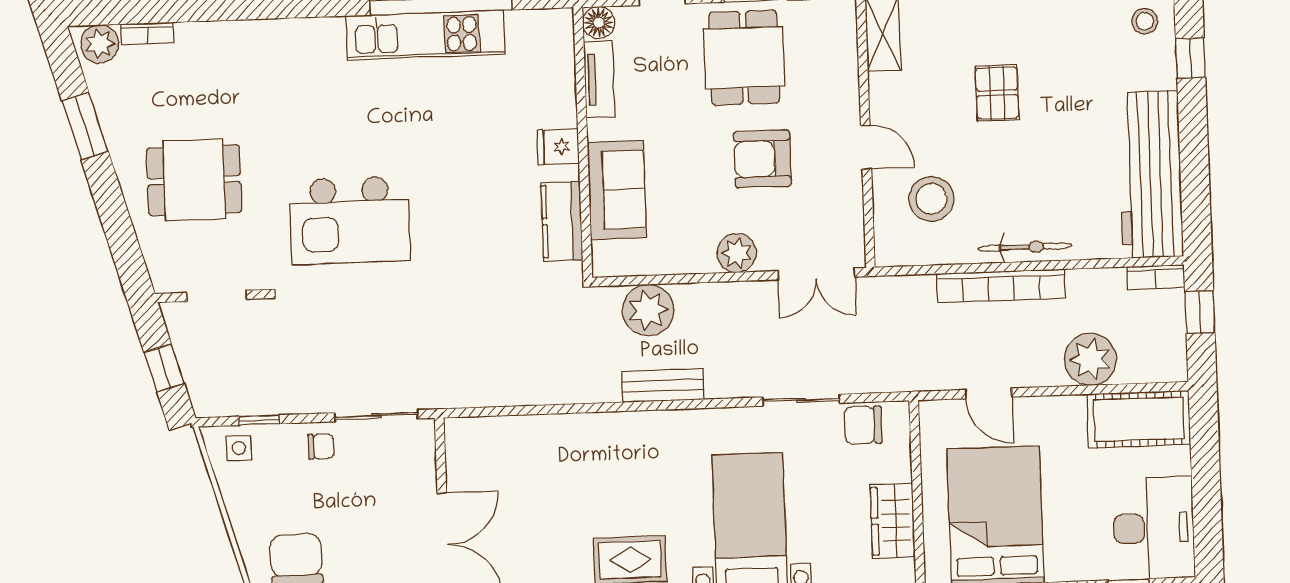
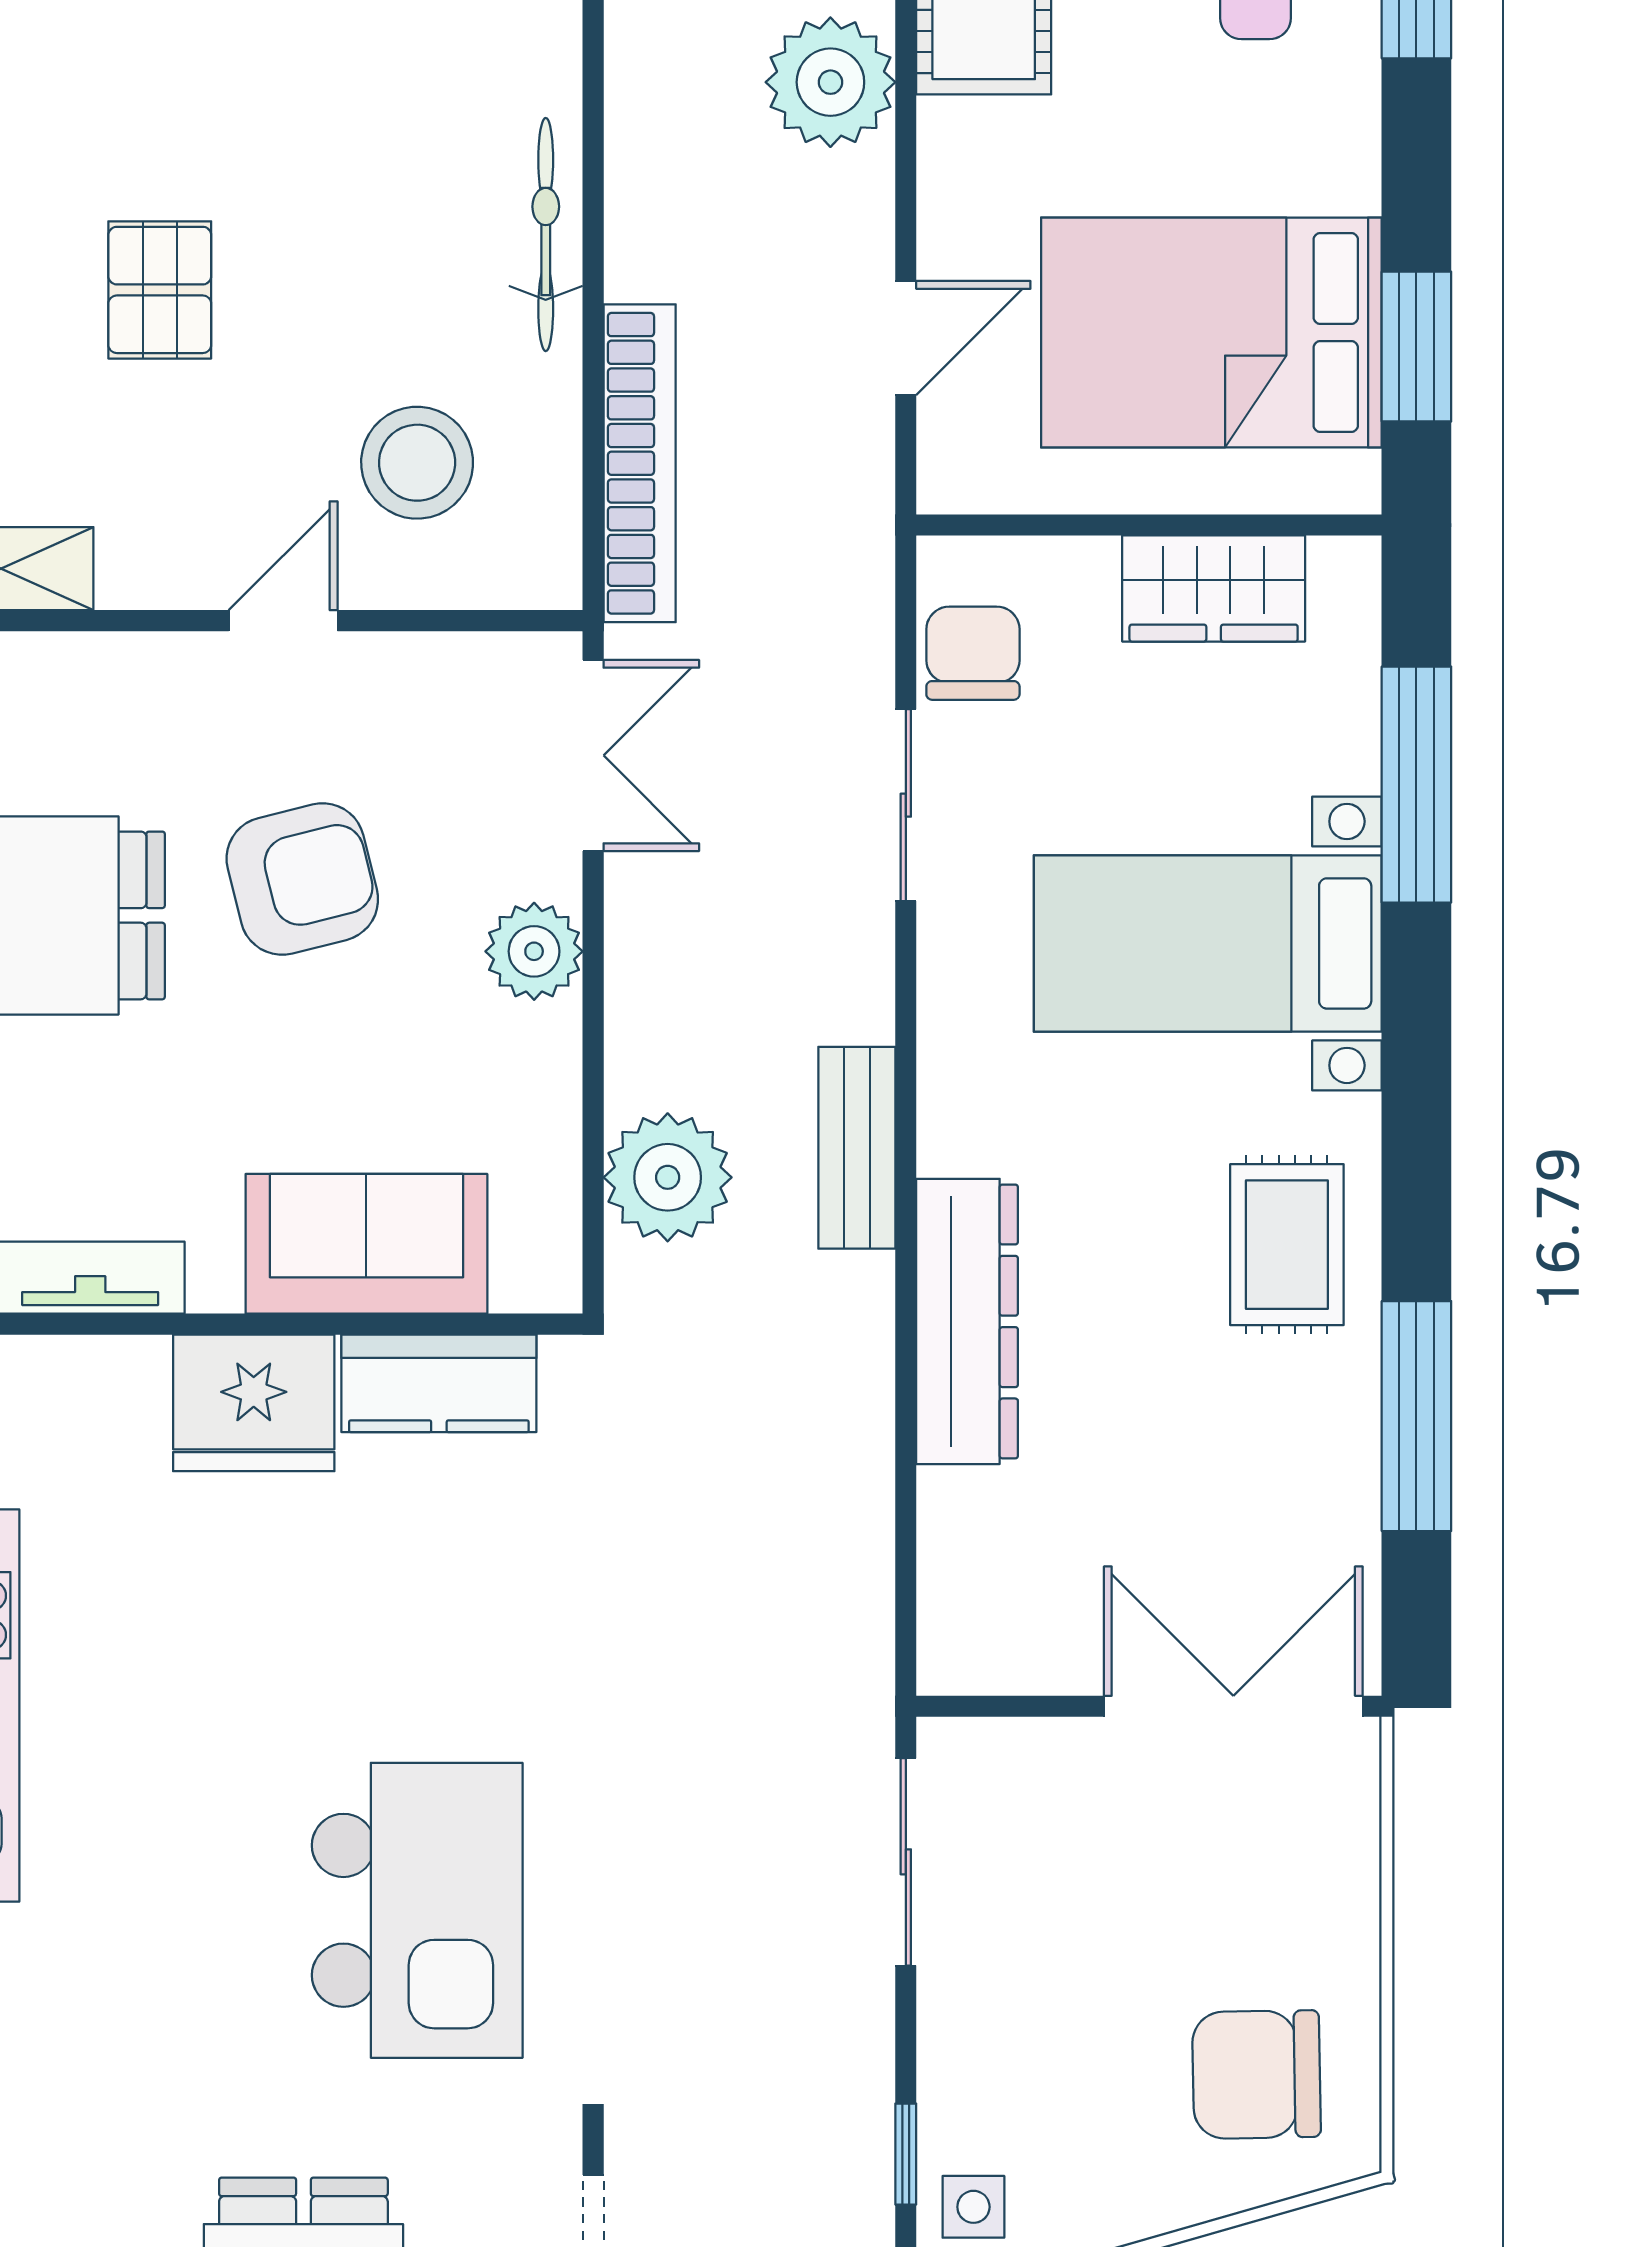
pallet: (997, 93) -> (160, 290), turned 90
fridge: (558, 147) -> (254, 1403), width x1.88, depth x1.34
armchair: (762, 159) -> (302, 879), turned -104
bookcase: (1001, 286) -> (640, 463), moved
chair: (863, 425) -> (973, 653), turned 180
dresser: (595, 432) -> (967, 1321), added
chair: (321, 446) -> (977, 2003), removed

